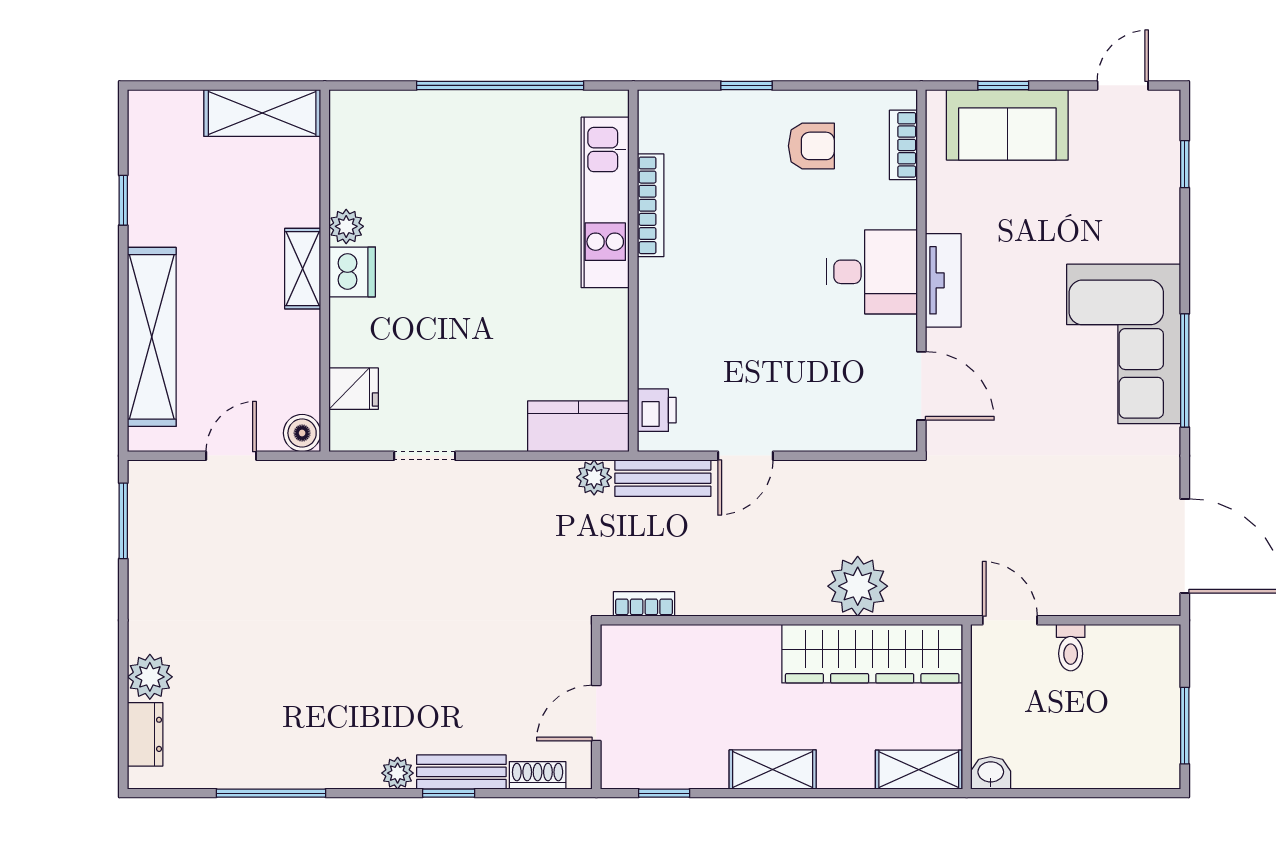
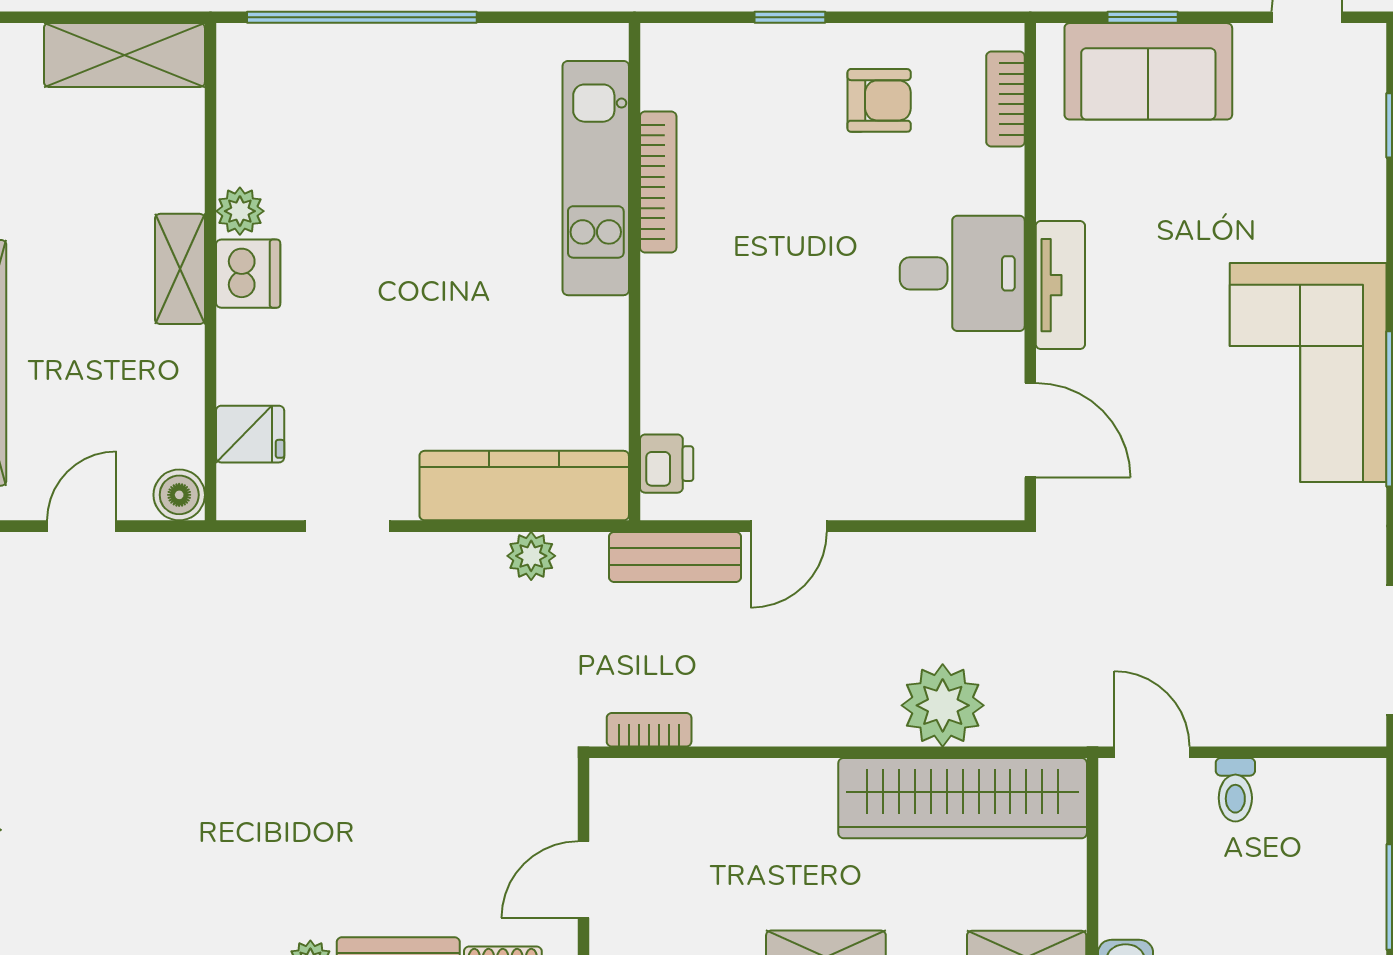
window: (500, 85) -> (362, 17), moved
kitchen counter: (578, 426) -> (524, 486), width x1.50
plant: (594, 477) -> (531, 556), moved

